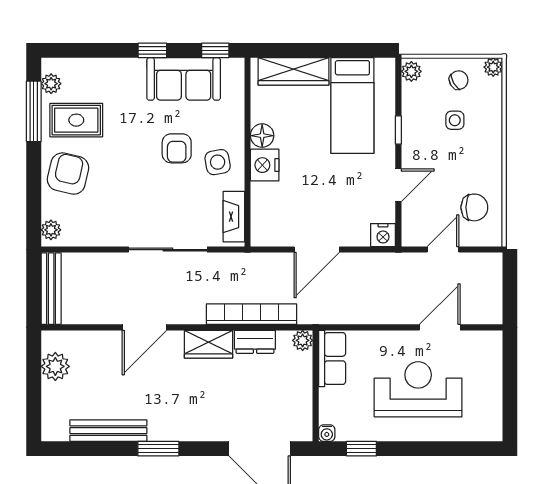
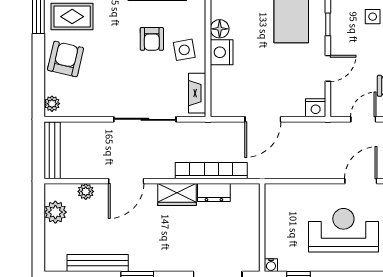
plant: (303, 340) -> (86, 191), moved
row of seats: (332, 359) -> (275, 206), removed

